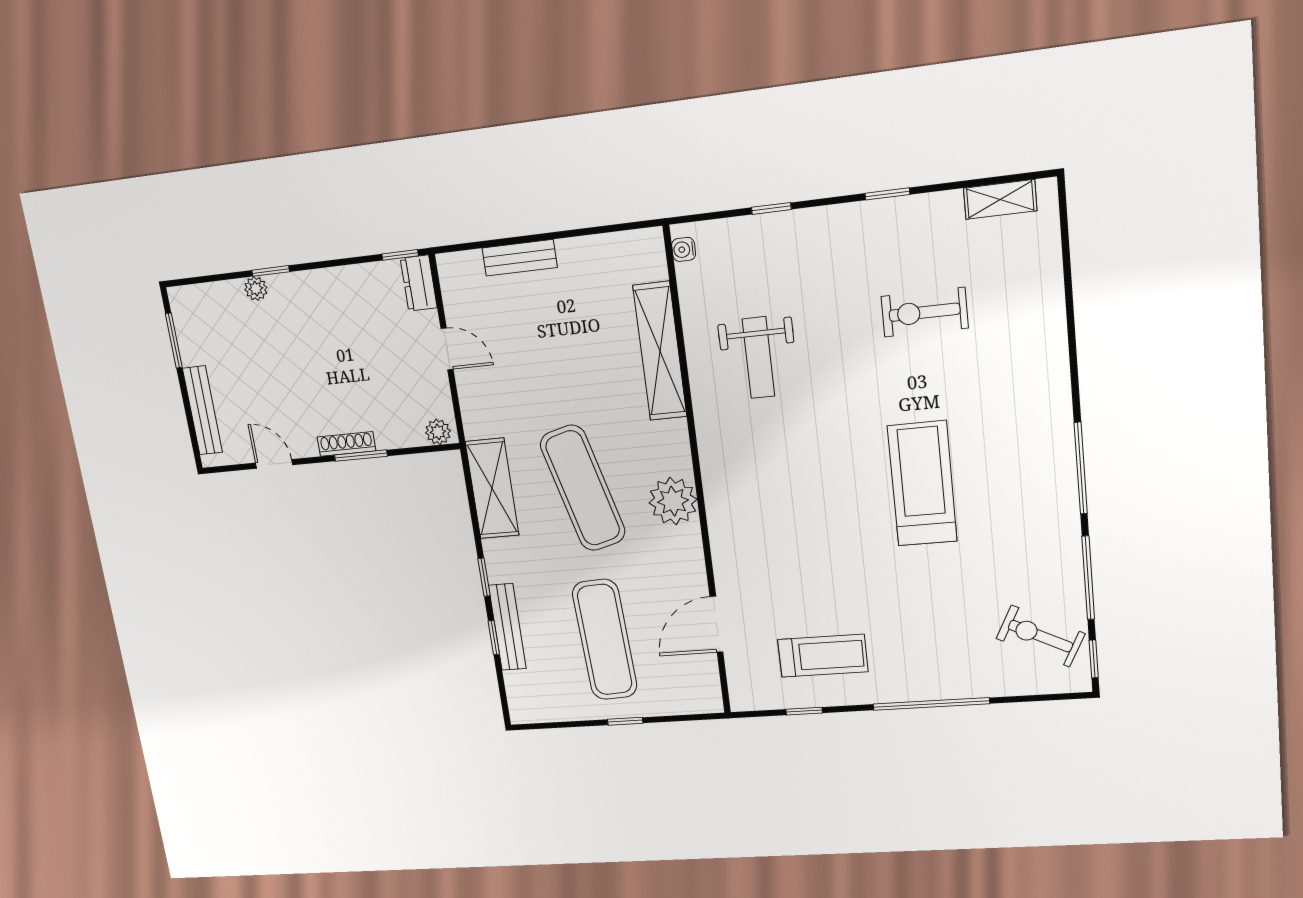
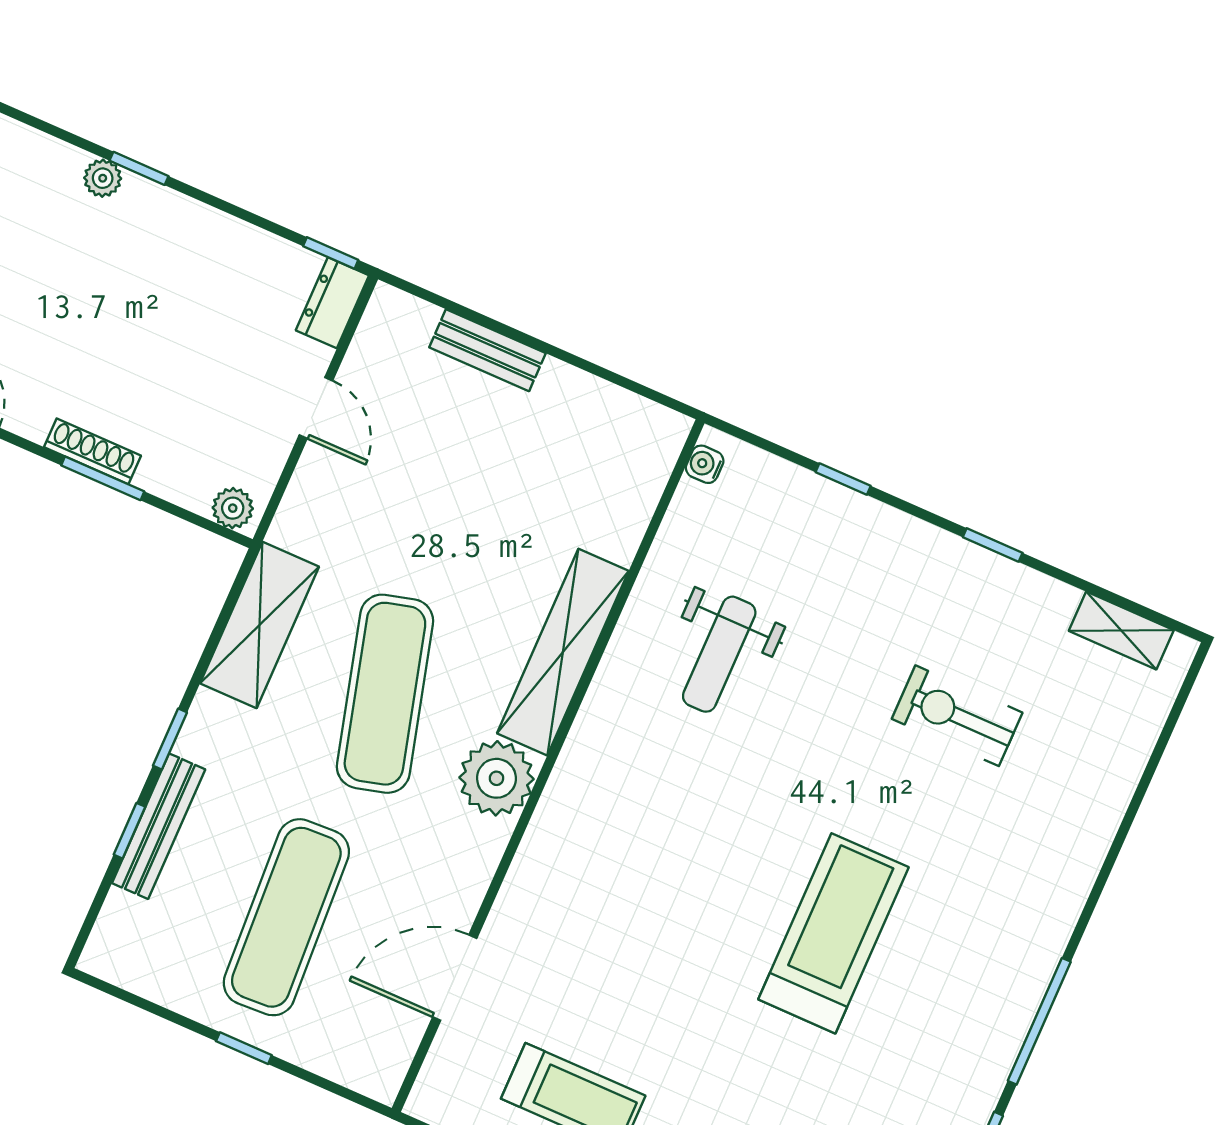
shelving: (660, 351) -> (563, 652), moved

